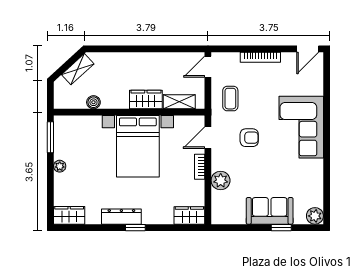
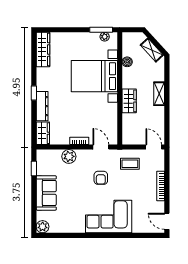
shelving: (179, 102) -> (159, 94), moved
bed with nightstands: (138, 146) -> (94, 76), moved
plant: (60, 166) -> (105, 37), moved
wardrobe: (69, 215) -> (43, 50), width x1.50
dresser: (121, 217) -> (42, 106), moved
window: (281, 228) -> (34, 168), moved

